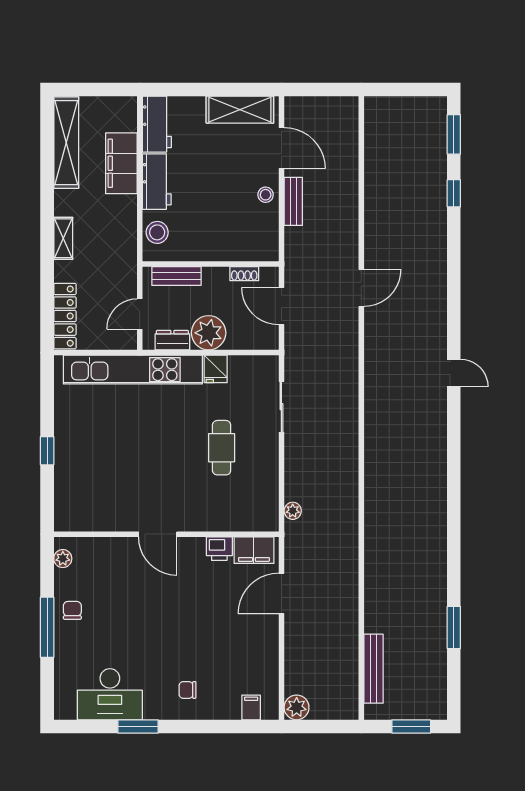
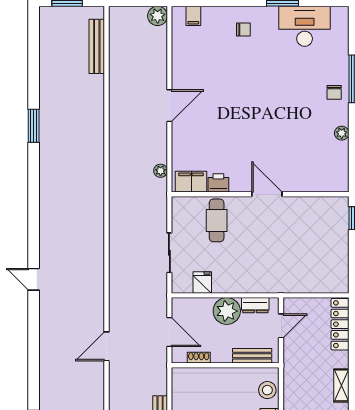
fridge: (216, 369) -> (202, 283), moved
kitchen unit: (133, 370) -> (286, 282), removed
door: (158, 534) -> (267, 194), moved
wall: (166, 534) -> (260, 194), moved
printer: (219, 549) -> (218, 183), moved
filing cabinet: (254, 550) -> (191, 182), moved
window: (454, 627) -> (34, 126), moved

